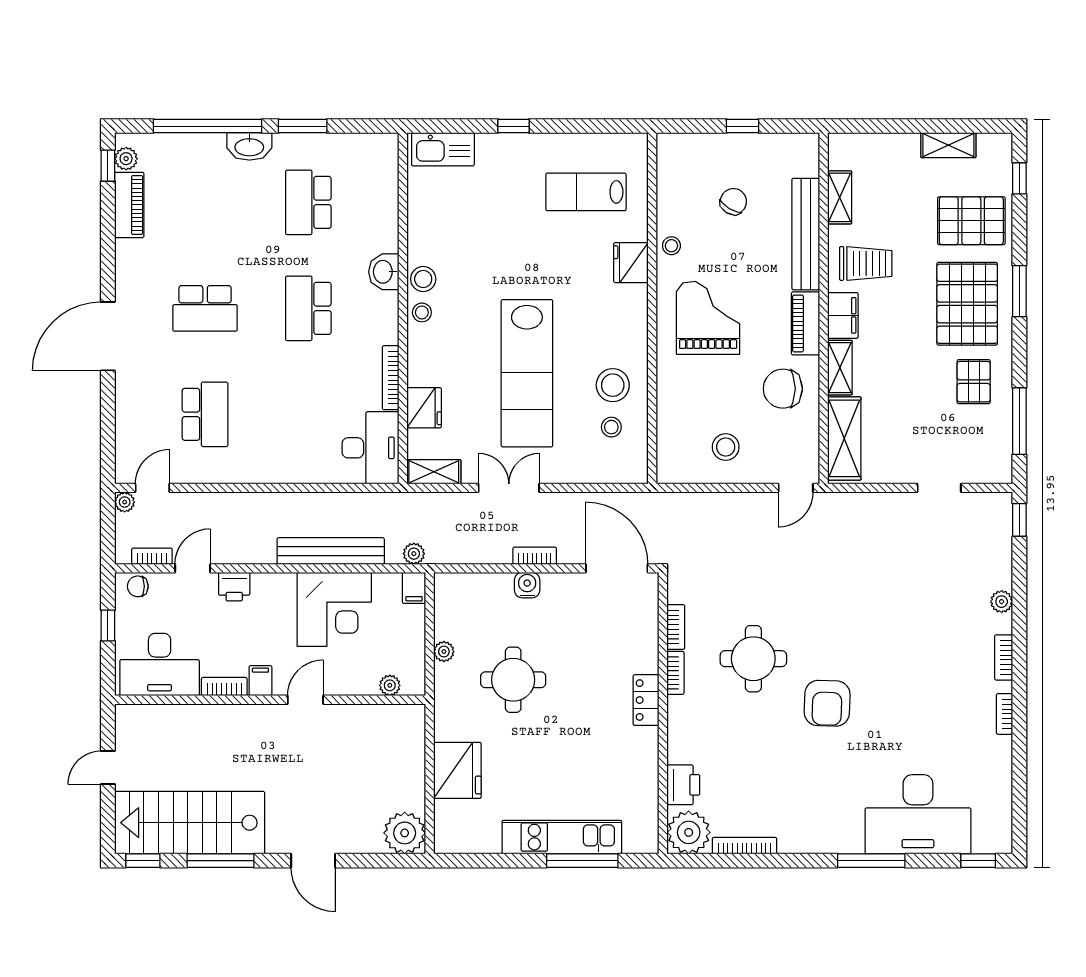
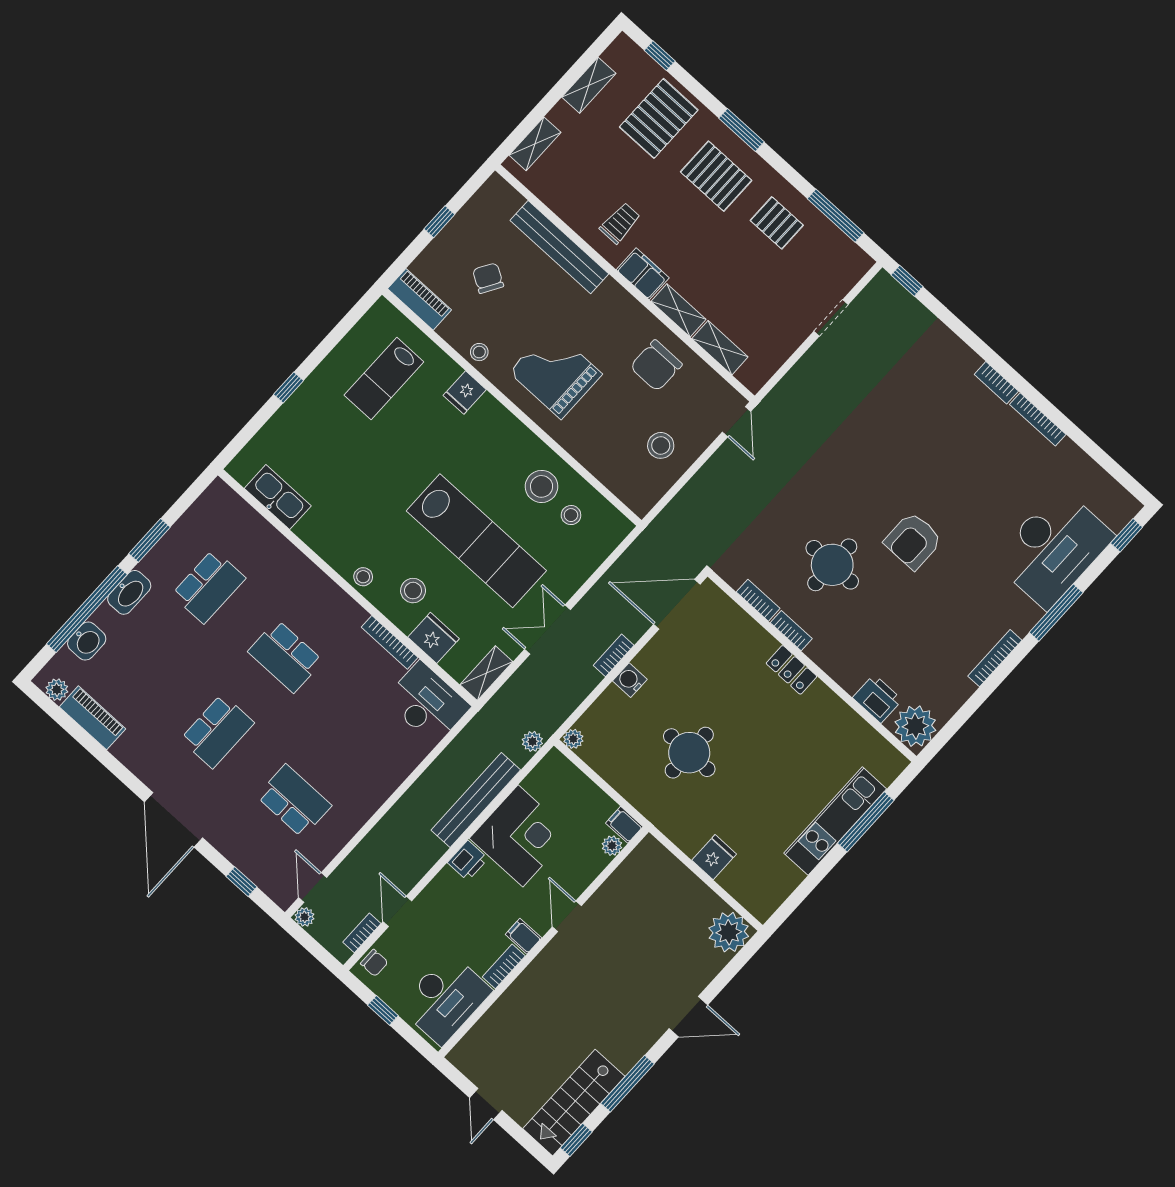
kitchen sink: (443, 149) -> (278, 497), moved, turned -90
window: (108, 166) -> (241, 882), moved
shelving: (840, 197) -> (535, 144), moved, turned 90
school desk: (308, 202) -> (209, 586), turned -90
fridge: (631, 263) -> (465, 393), width x0.72
trolley: (866, 263) -> (620, 223), width x0.73, depth x0.72
washbasin: (384, 272) -> (87, 641), moved, turned -90
stool: (423, 279) -> (413, 591), moved
pallet: (967, 304) -> (716, 176), width x0.73, depth x0.71
piano: (806, 323) -> (419, 299), moved, turned 180
shelving: (844, 438) -> (720, 348), width x0.67, depth x0.75
chair: (138, 586) -> (374, 963), turned -90
printer: (234, 587) -> (468, 861), moved
filing cabinet: (414, 588) -> (624, 825), moved, turned 180
plant: (1002, 602) -> (954, 347), removed
plant: (444, 652) -> (573, 739), moved
armchair: (827, 703) -> (913, 541), turned 88
bookcase: (1005, 714) -> (1038, 419), width x1.56
fridge: (457, 770) -> (714, 857), width x0.53, depth x0.75
stairs: (190, 823) -> (574, 1103), width x0.73, depth x0.66
bookcase: (744, 846) -> (995, 658), moved

